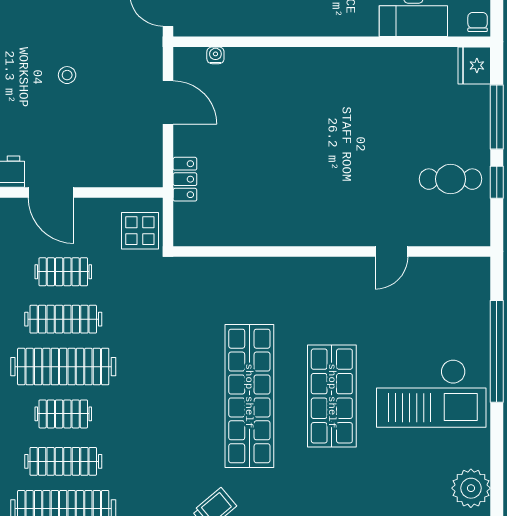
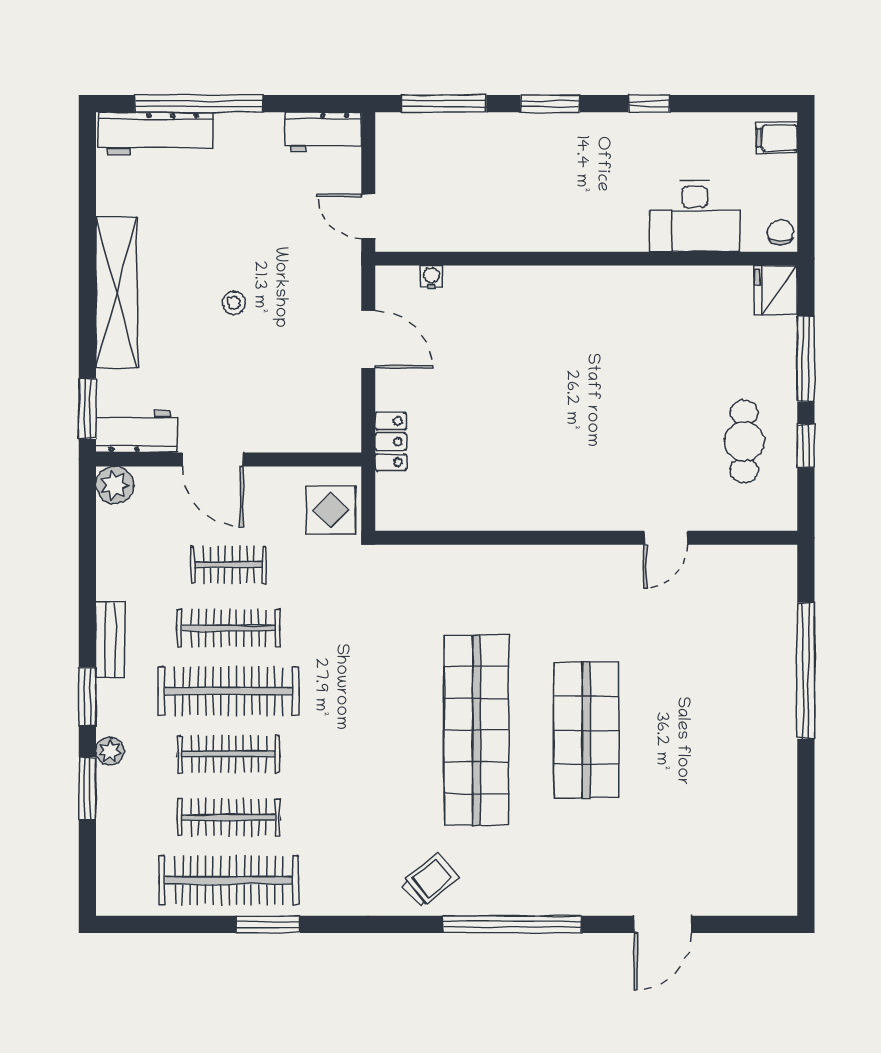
cafe table: (451, 179) -> (744, 441), turned 90
checkout: (431, 393) -> (719, 727), removed
clothes rail: (63, 414) -> (229, 754), width x1.36
plant: (471, 488) -> (771, 853), removed

